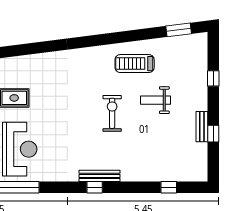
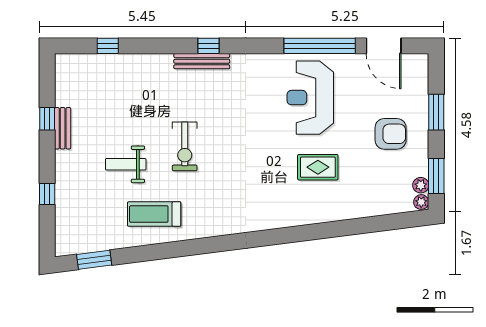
treadmill: (135, 64) -> (154, 214), turned 180
weight bench: (155, 100) -> (126, 164), turned 180

